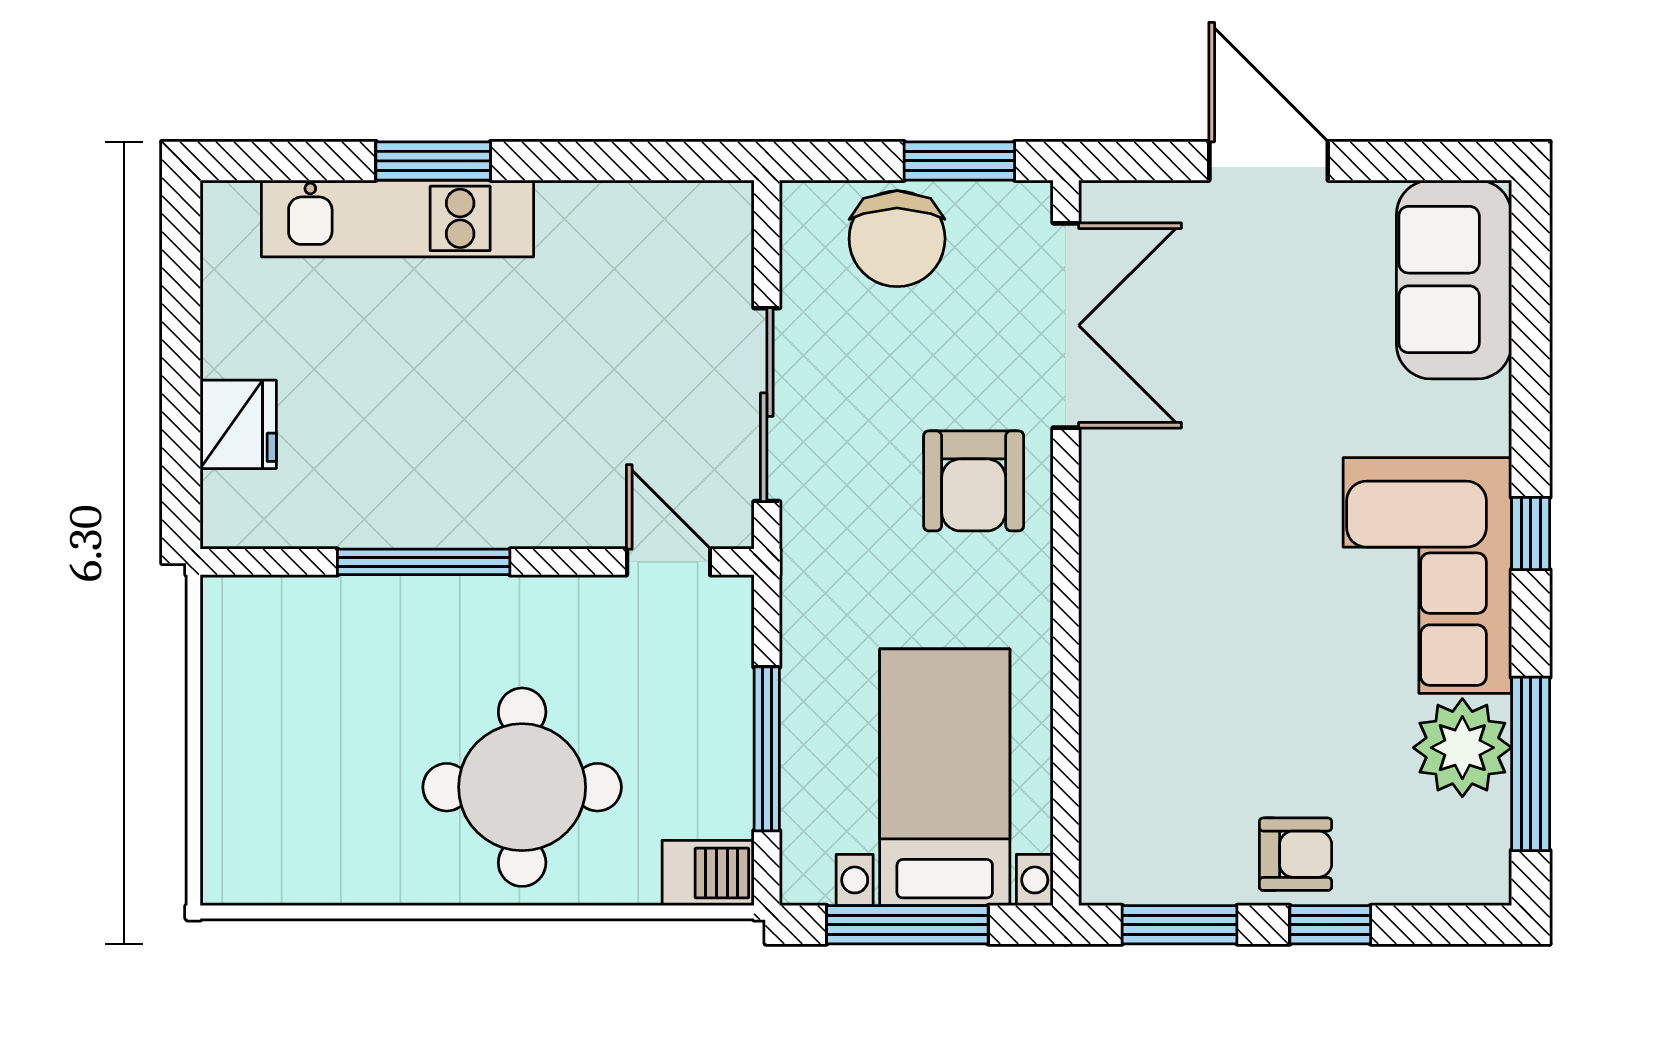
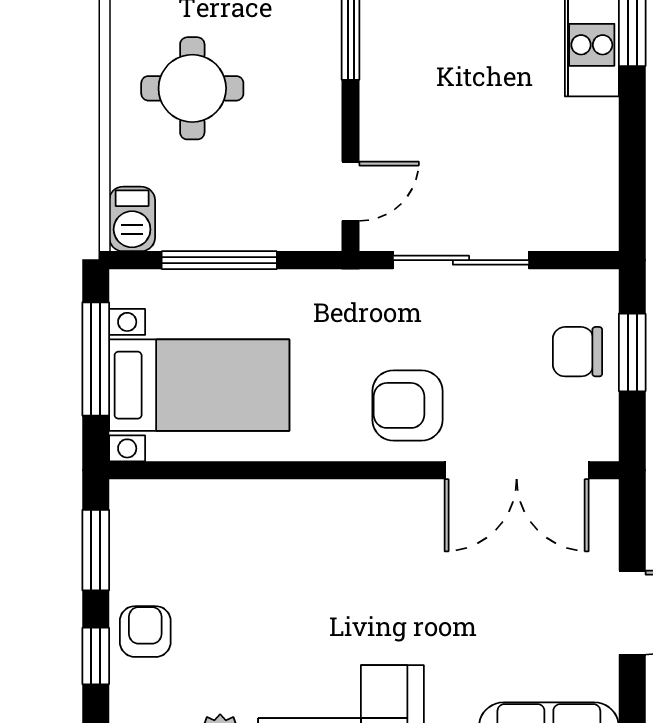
window: (959, 161) -> (632, 352), moved
chair: (897, 239) -> (578, 352), width x0.73, depth x0.73
round table: (522, 787) -> (192, 88), width x0.73, depth x0.73
armchair: (1295, 854) -> (145, 632), turned 180

